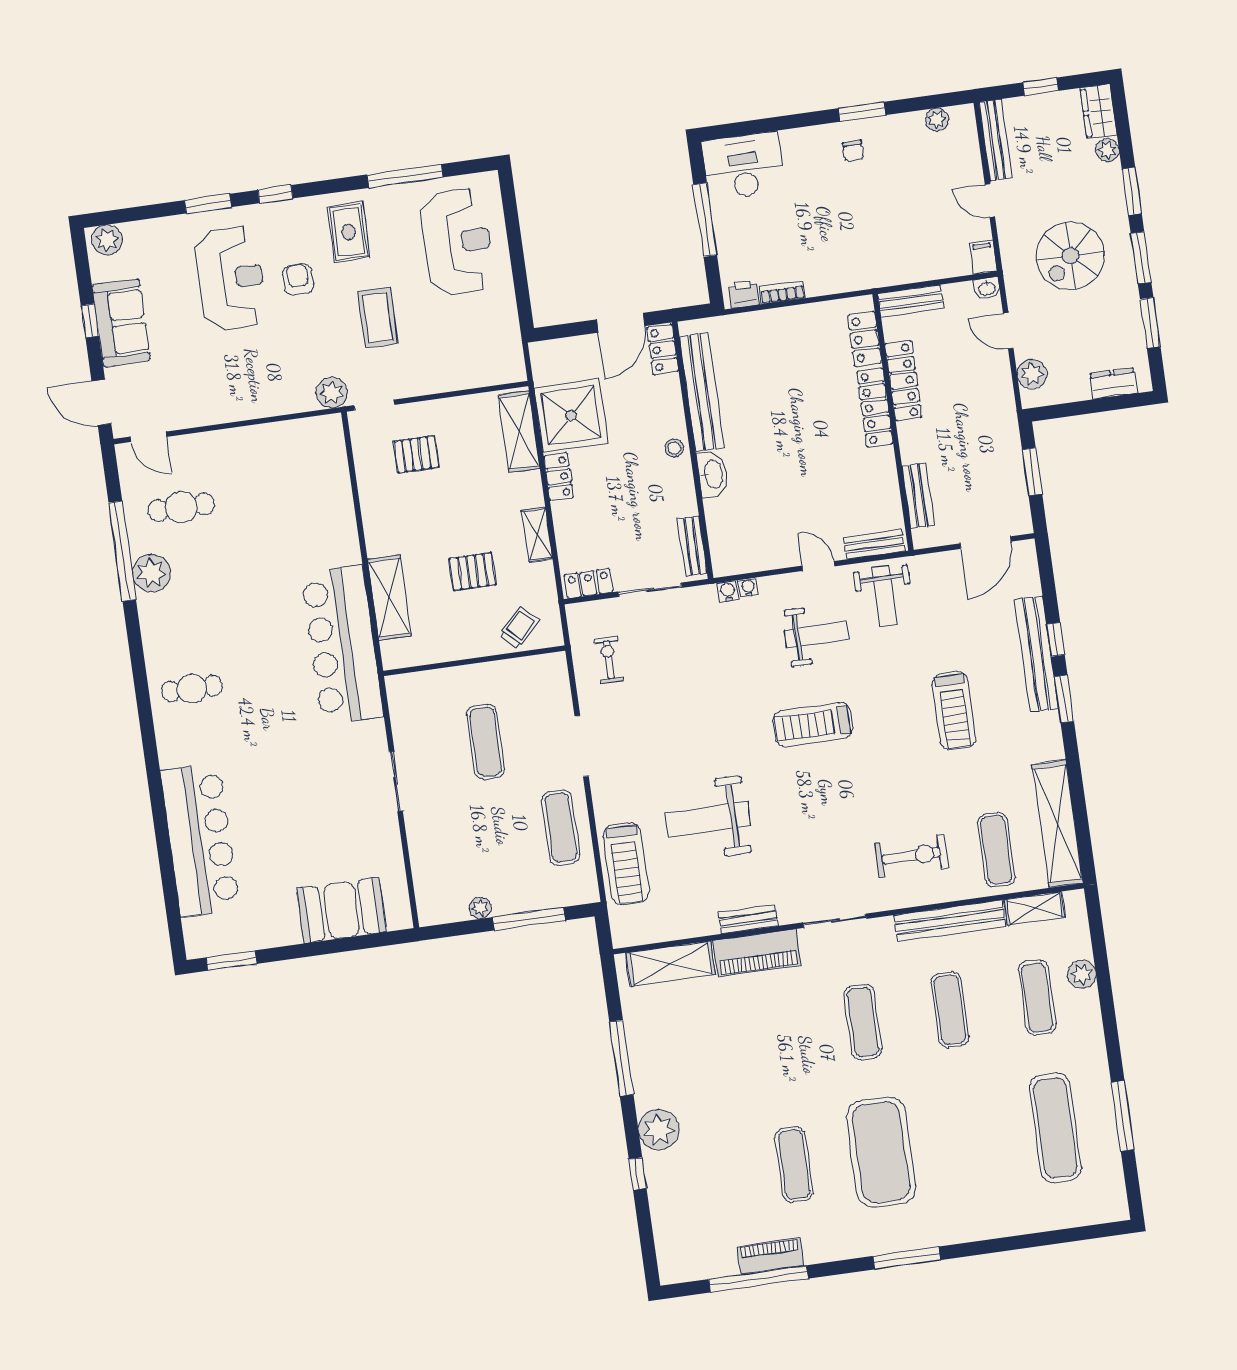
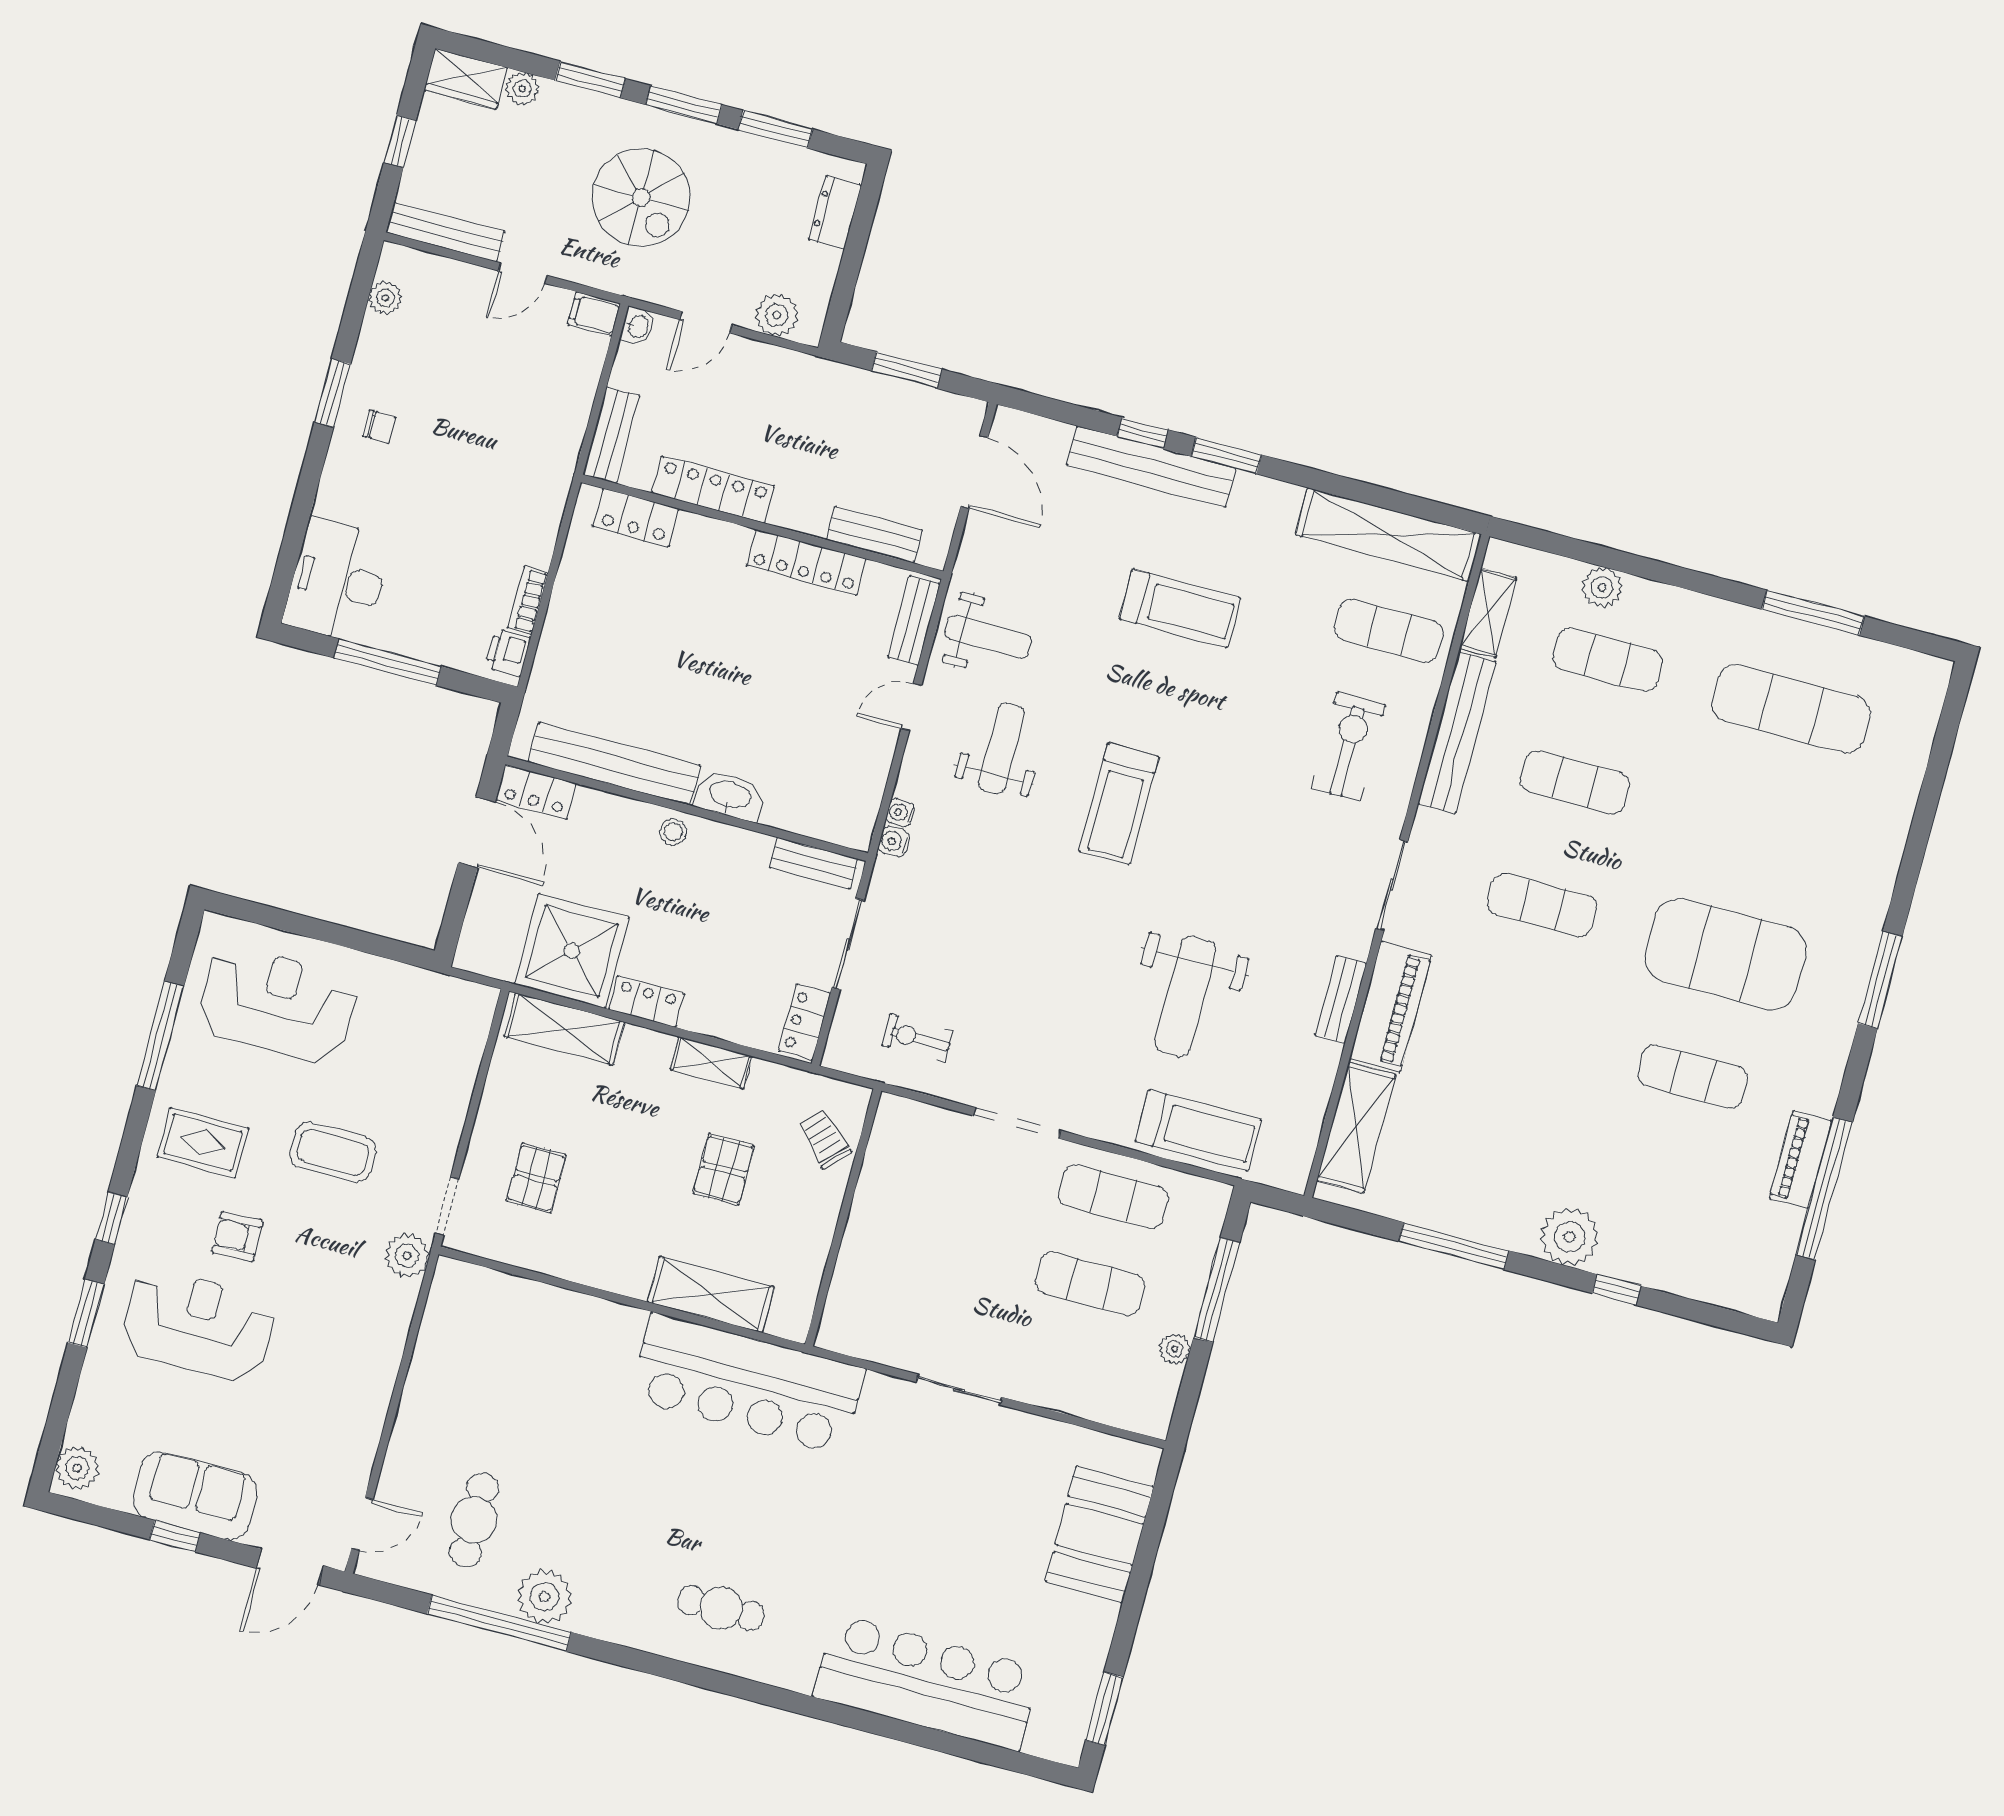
locker: (875, 408) -> (806, 562), moved
cafe table: (192, 689) -> (721, 1608), turned 90
exercise mat: (486, 742) -> (1090, 1284), moved

